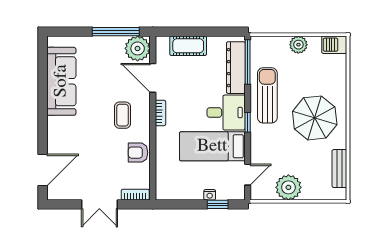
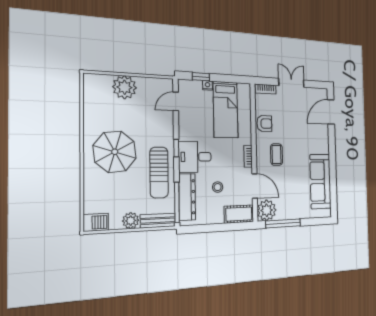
cot: (188, 46) -> (239, 214), moved
stool: (199, 78) -> (218, 187), added
bed: (212, 146) -> (226, 110), moved, turned 90
bench: (339, 169) -> (158, 221), moved, turned 90
plant: (288, 187) -> (125, 87), moved

